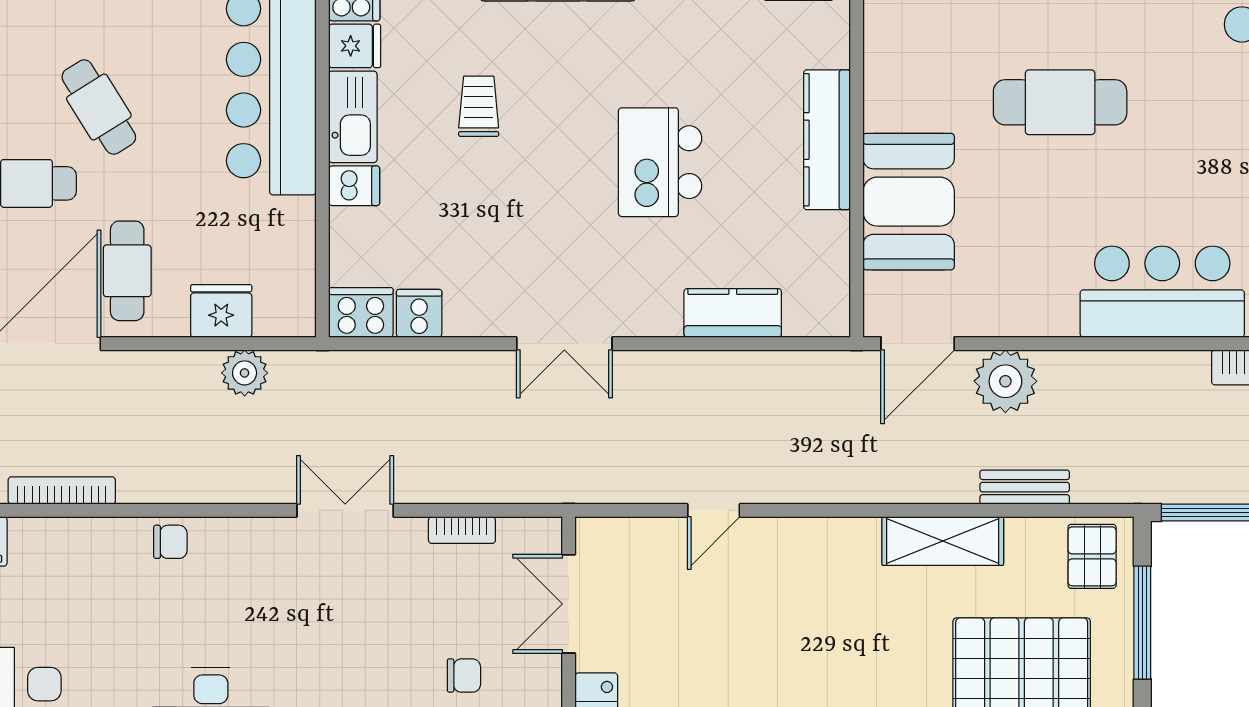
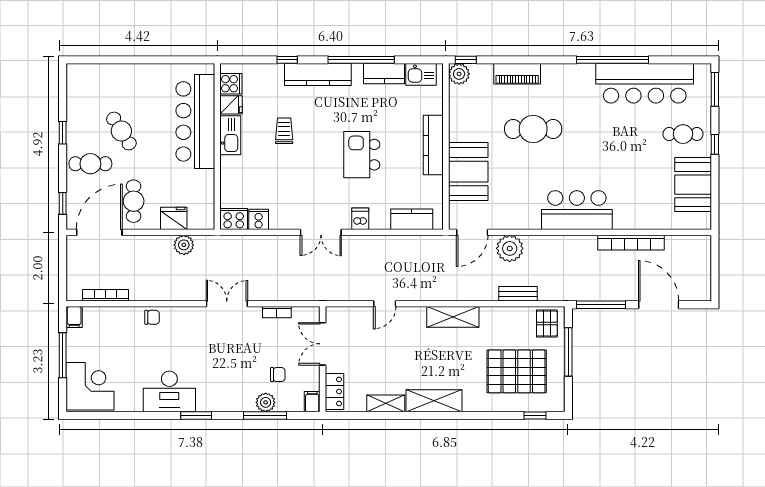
dishwasher: (354, 186) -> (360, 219), moved, turned -90
kitchen counter: (733, 313) -> (412, 219), moved
shelving: (943, 541) -> (453, 317), moved

